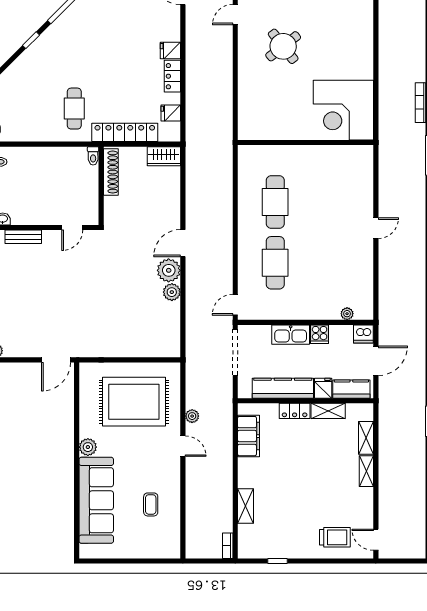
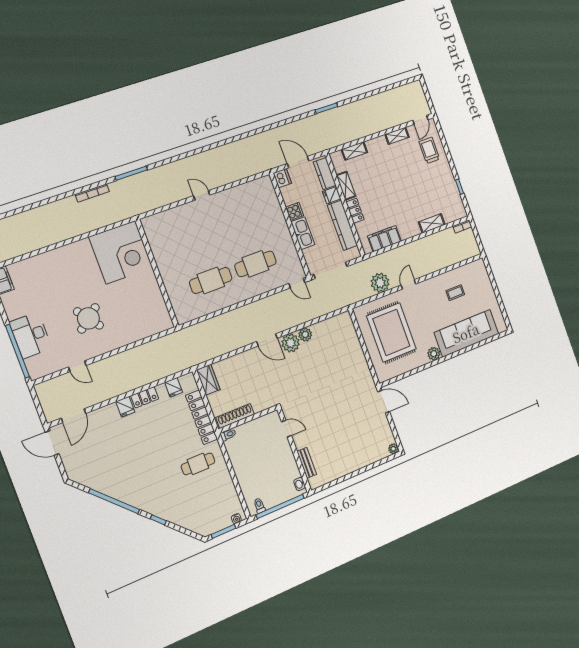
plant: (347, 314) -> (272, 196), removed
plant: (192, 416) -> (380, 283), width x1.88, depth x1.88
shelving: (366, 471) -> (397, 136), moved

